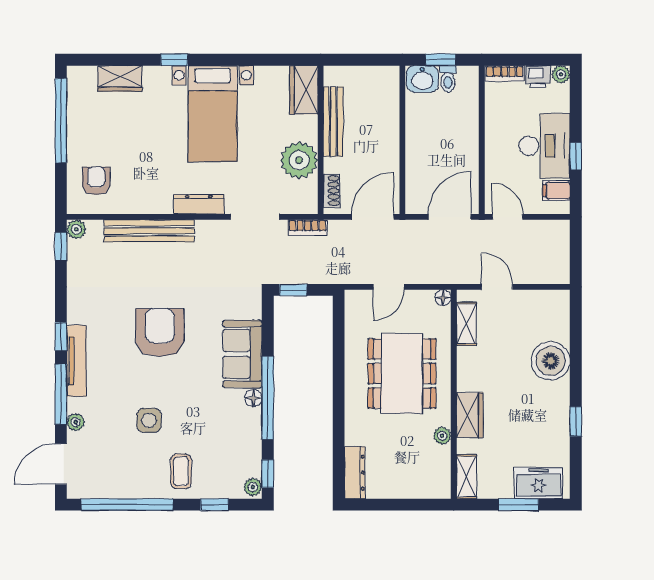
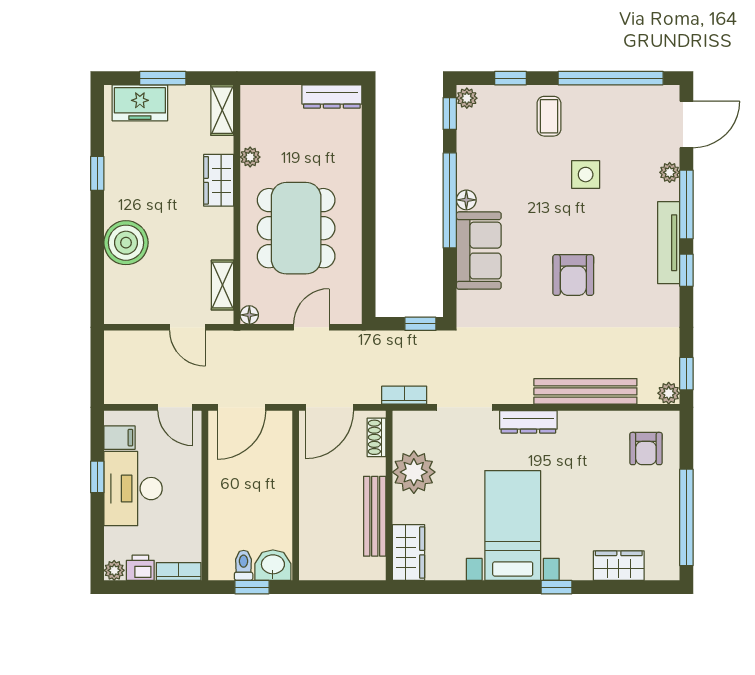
armchair: (160, 333) -> (573, 275), width x0.73, depth x0.73
dresser: (355, 473) -> (332, 97), moved, turned -90

